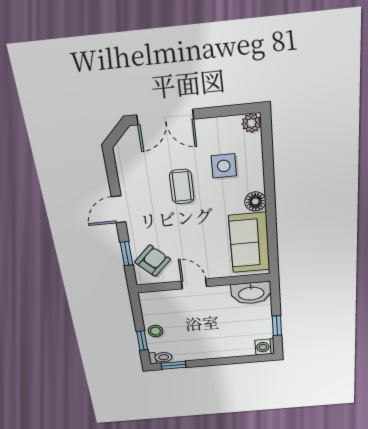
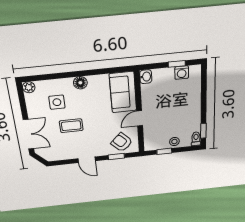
sofa: (249, 243) -> (123, 92), moved, turned 90
washbasin: (251, 293) -> (146, 77), width x0.52, depth x0.69
window: (142, 341) -> (164, 151), moved
washing machine: (265, 347) -> (182, 73), moved

